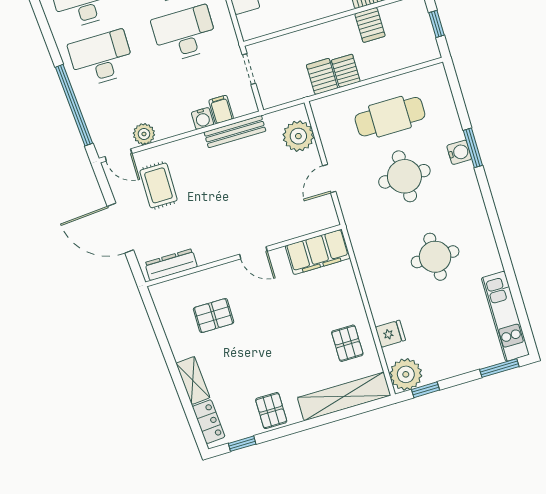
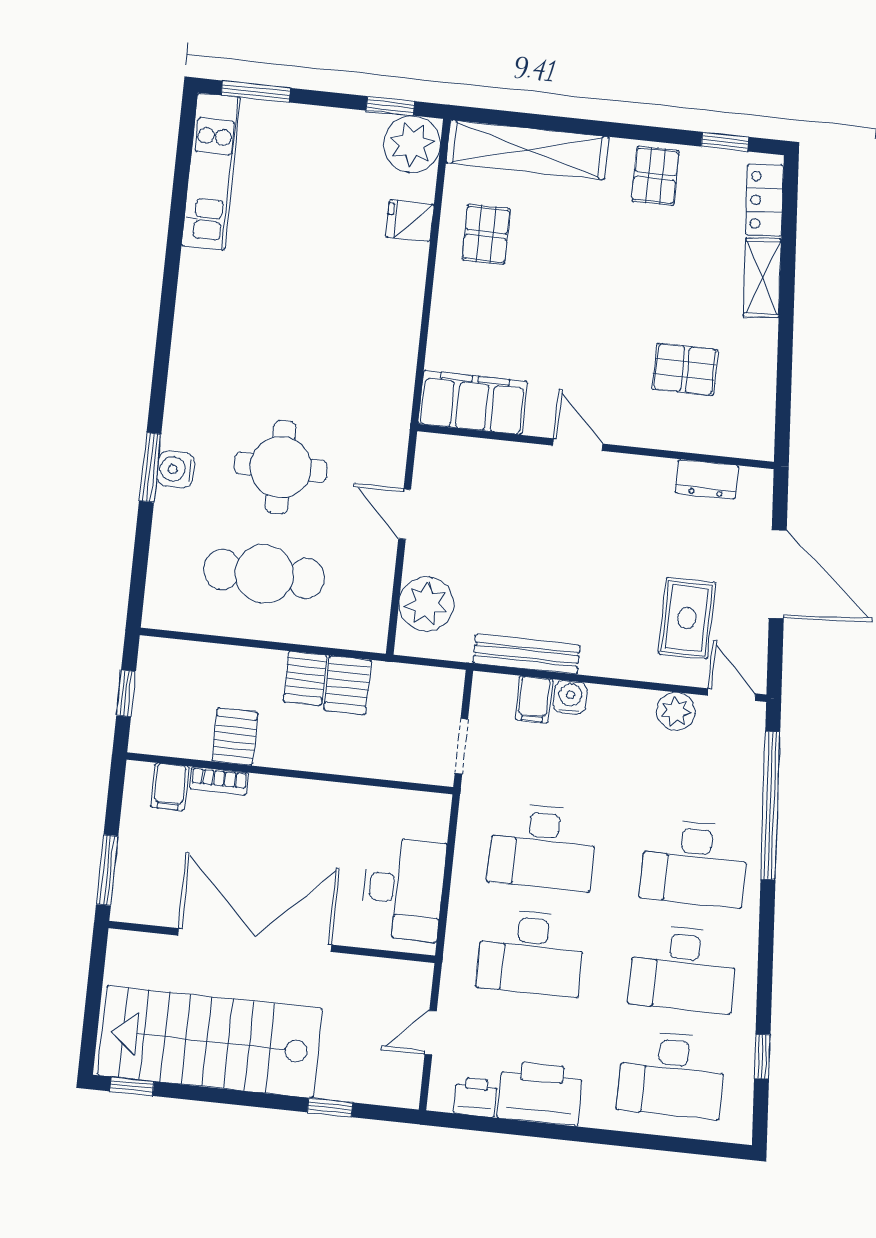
door: (329, 179) -> (405, 514), swing flipped
round table: (435, 257) -> (285, 316), removed
dresser: (171, 265) -> (707, 479), width x0.70

